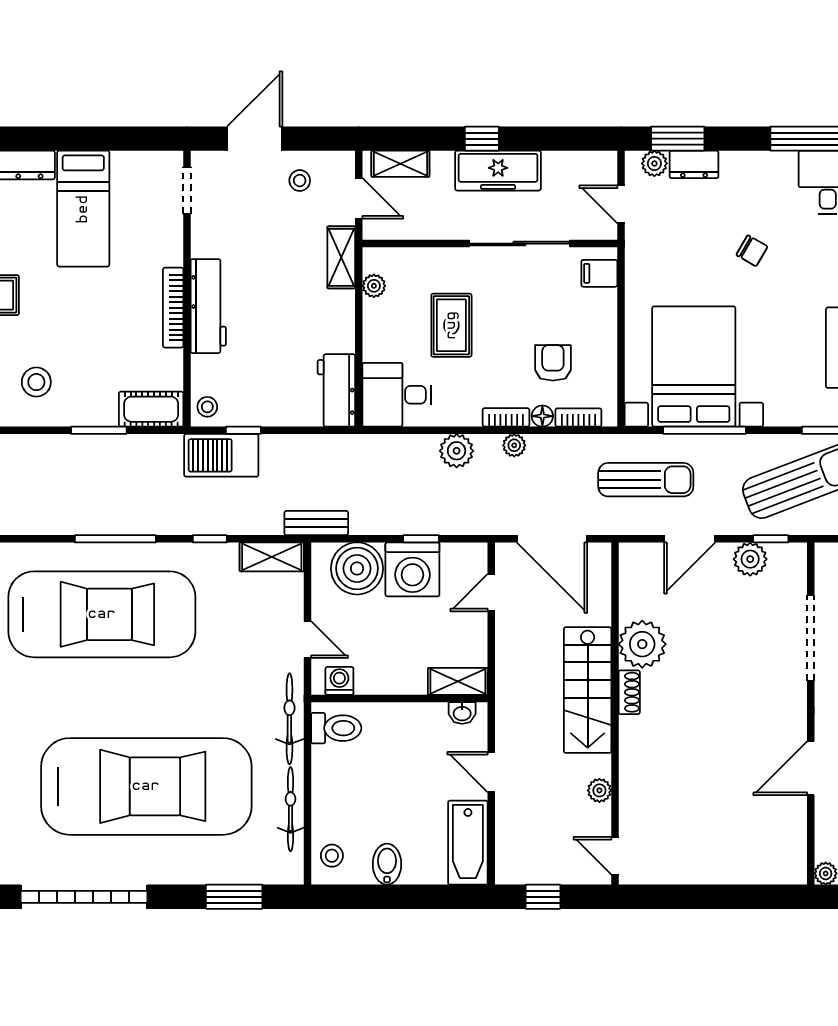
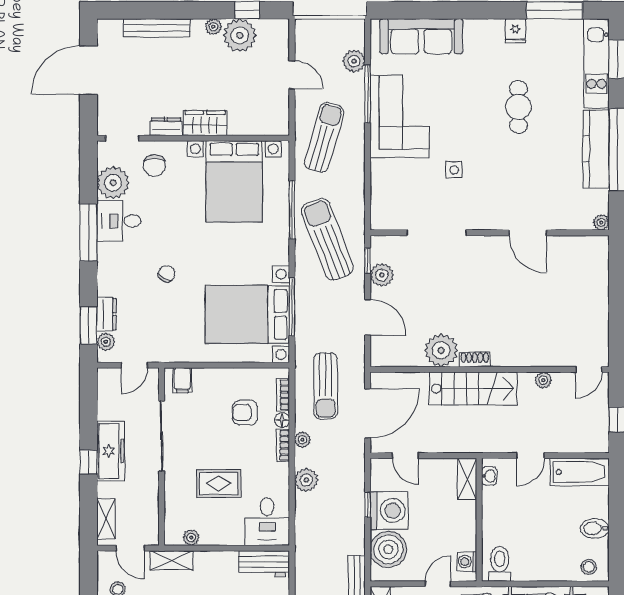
door: (359, 198) -> (130, 548), swing flipped
sun lounger: (646, 480) -> (326, 386), moved, turned 180

